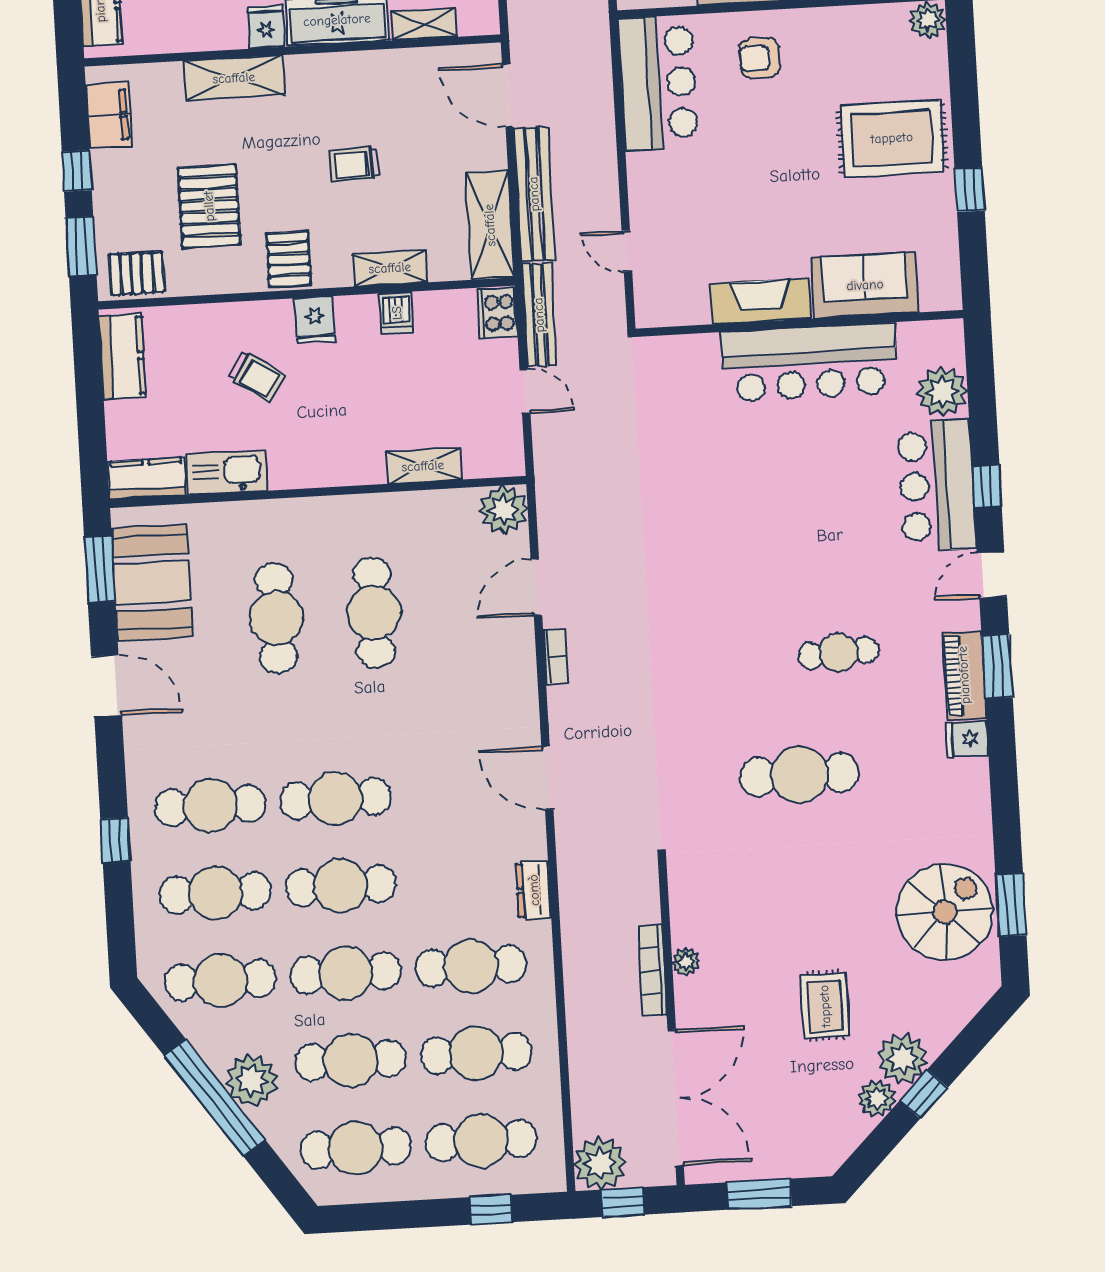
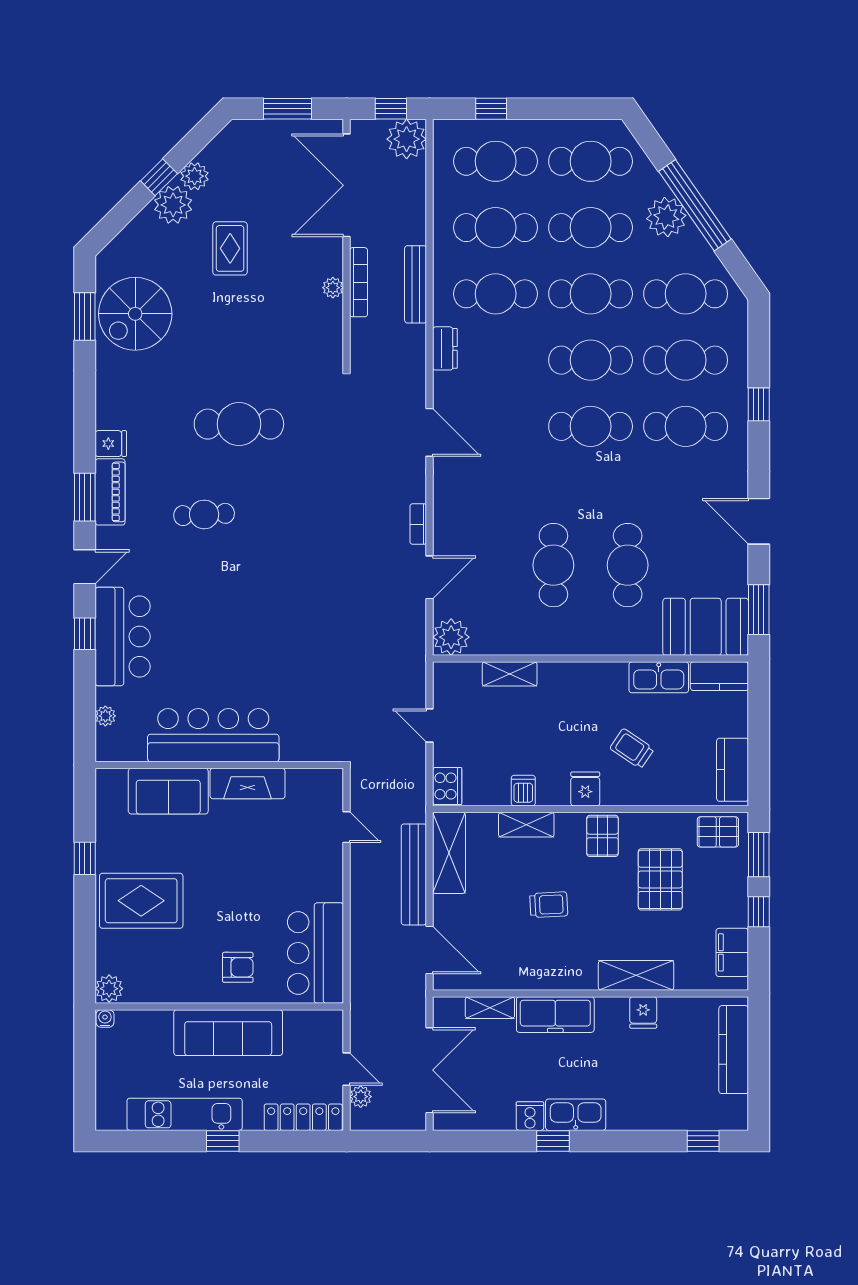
fridge: (266, 27) -> (643, 1012), moved
bench: (539, 315) -> (416, 284), moved
plant: (942, 392) -> (105, 716), width x0.53, depth x0.53
booth: (152, 582) -> (706, 627), moved, turned 90

